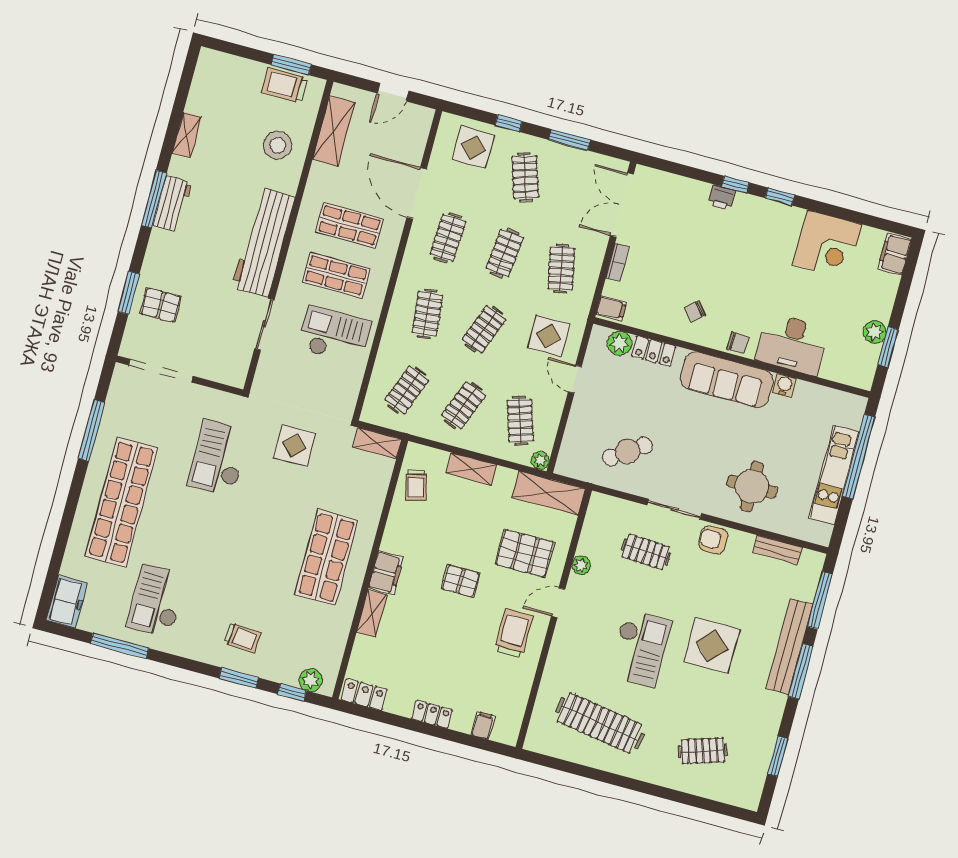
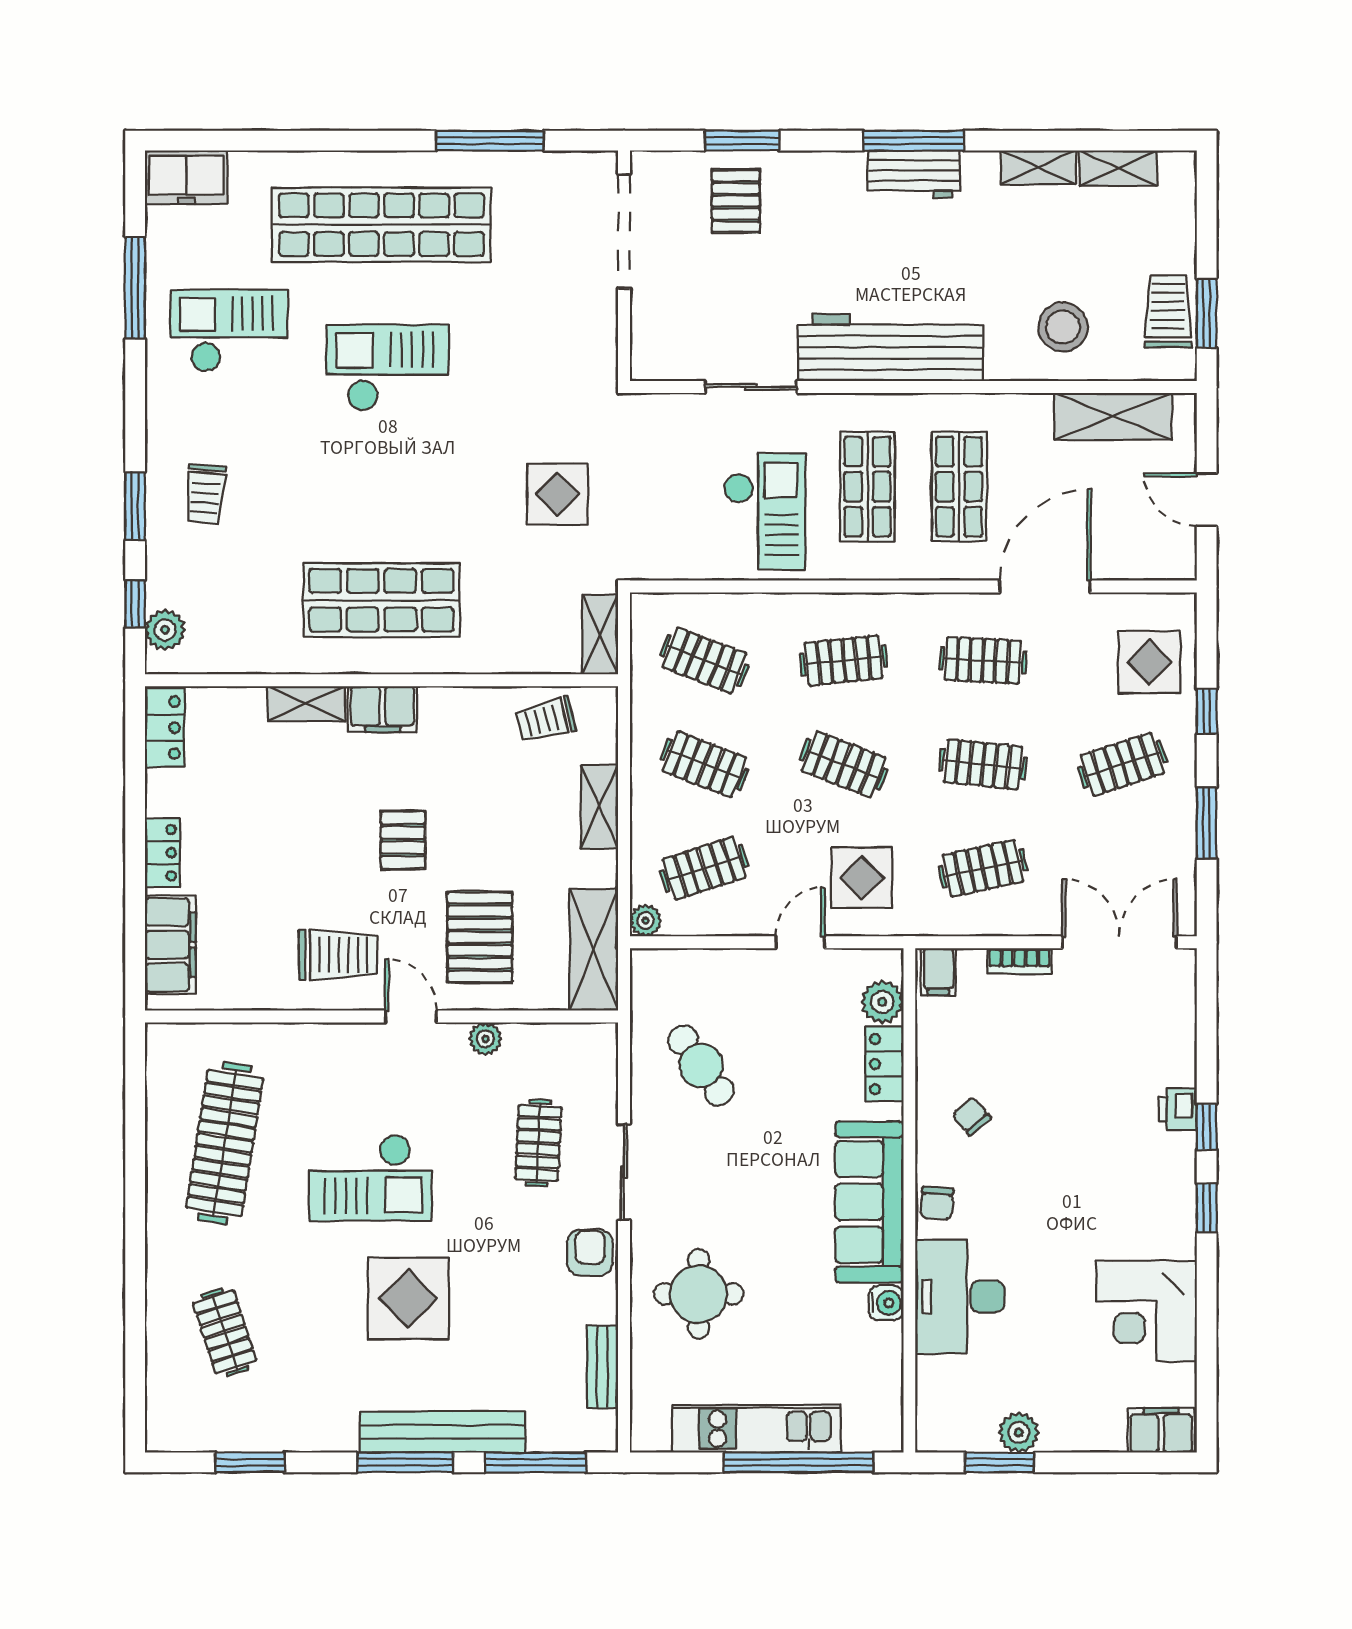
shelving: (199, 91) -> (1118, 168), added
checkout: (219, 458) -> (387, 368), moved
filing cabinet: (483, 725) -> (170, 945), width x3.00, depth x1.17

